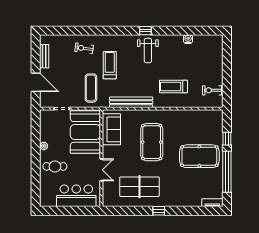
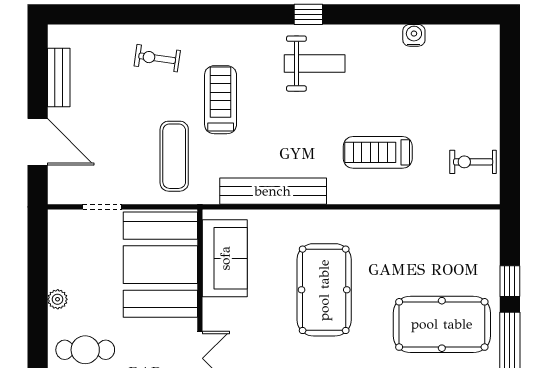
weight bench: (148, 51) -> (315, 64), turned -90

